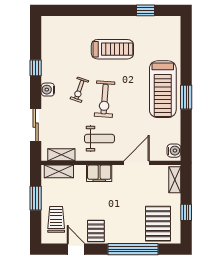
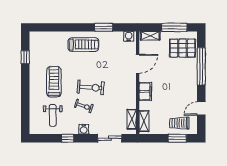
treadmill: (163, 89) -> (83, 45), width x0.73, depth x0.73
window: (186, 97) -> (104, 27), moved
weight bench: (99, 139) -> (53, 115), moved, turned 180
door: (137, 163) -> (138, 64), swing flipped
window: (36, 198) -> (177, 138), moved
window: (186, 212) -> (174, 27), width x2.17
pallet: (96, 231) -> (188, 94), removed

